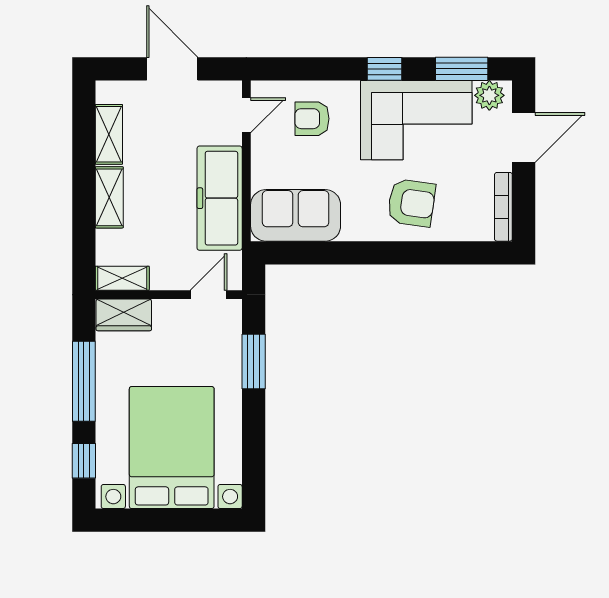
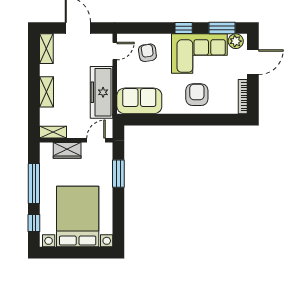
armchair: (312, 119) -> (147, 53), turned 82
shelving: (109, 134) -> (46, 49), moved
armchair: (411, 203) -> (197, 95), turned -98
wardrobe: (124, 315) -> (67, 150), moved

